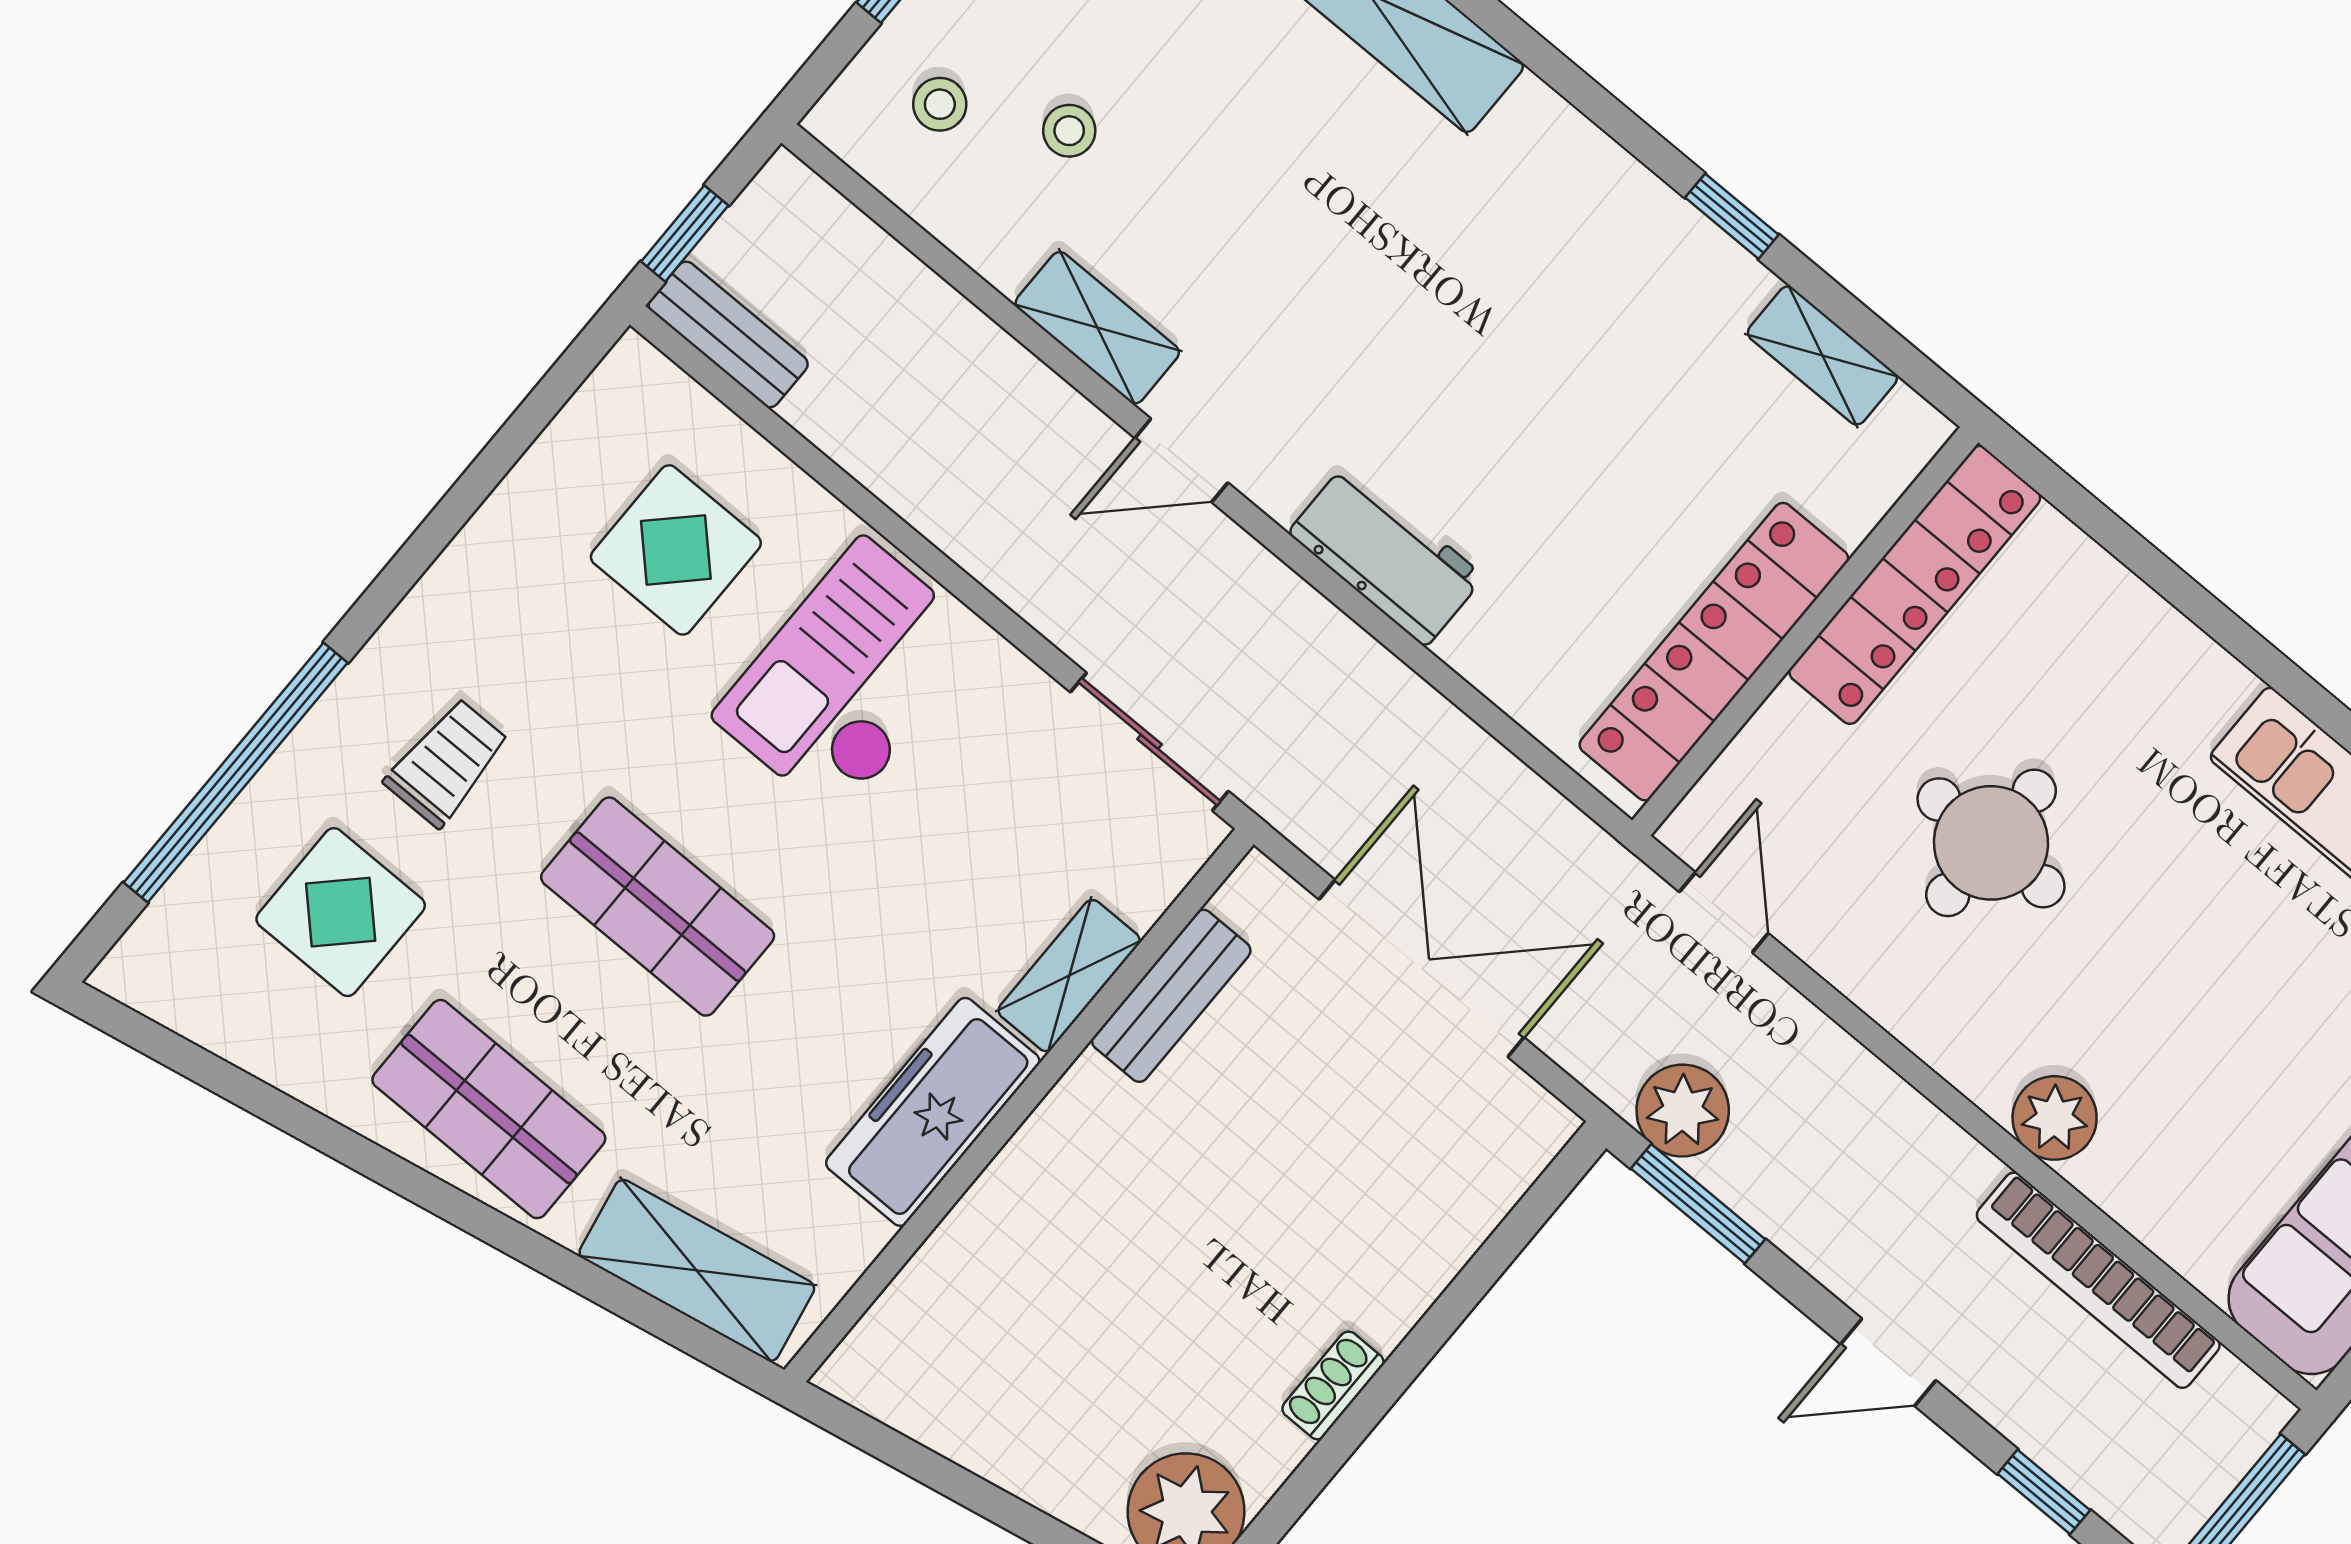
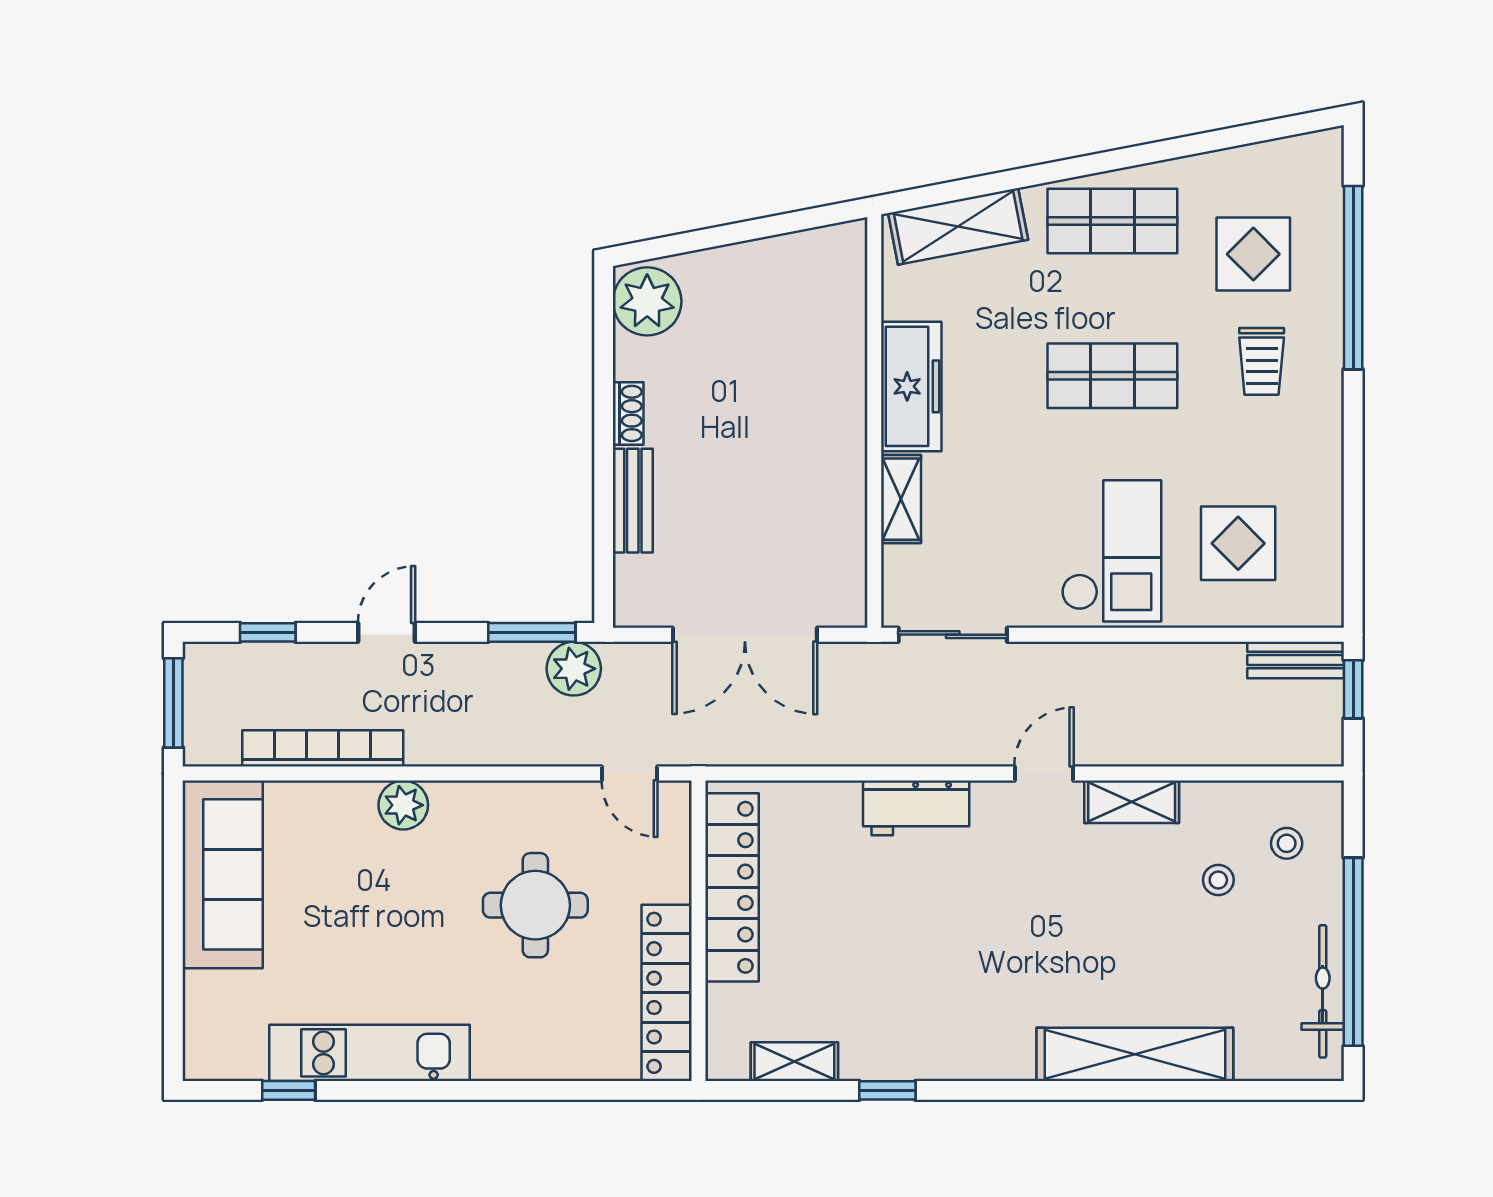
bench: (1171, 996) -> (633, 501), moved

